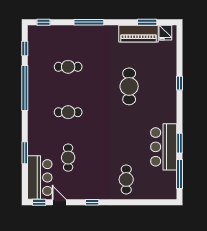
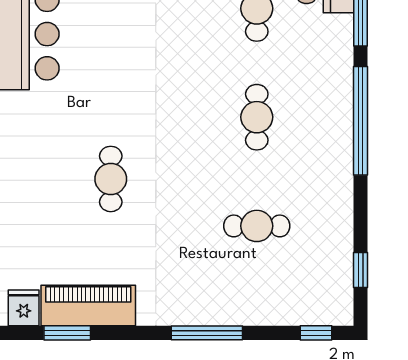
cafe table: (129, 86) -> (111, 179), width x0.73, depth x0.74
window: (25, 88) -> (360, 121), moved
cafe table: (68, 112) -> (257, 117), turned 90

